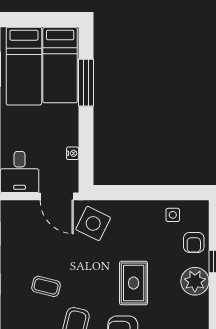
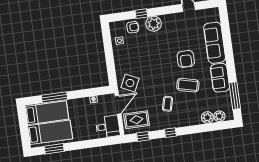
rug: (134, 283) -> (137, 120), moved

